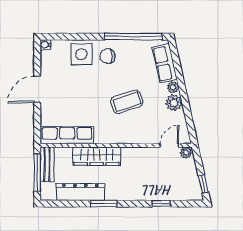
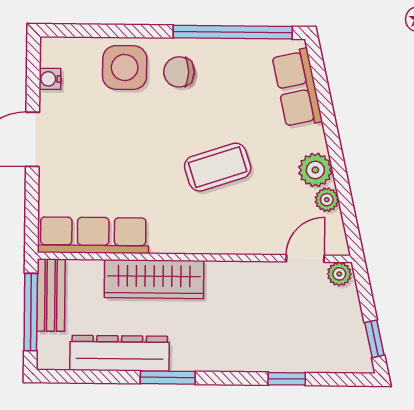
water cooler: (45, 45) -> (50, 79), moved
plant: (173, 87) -> (327, 200), moved

